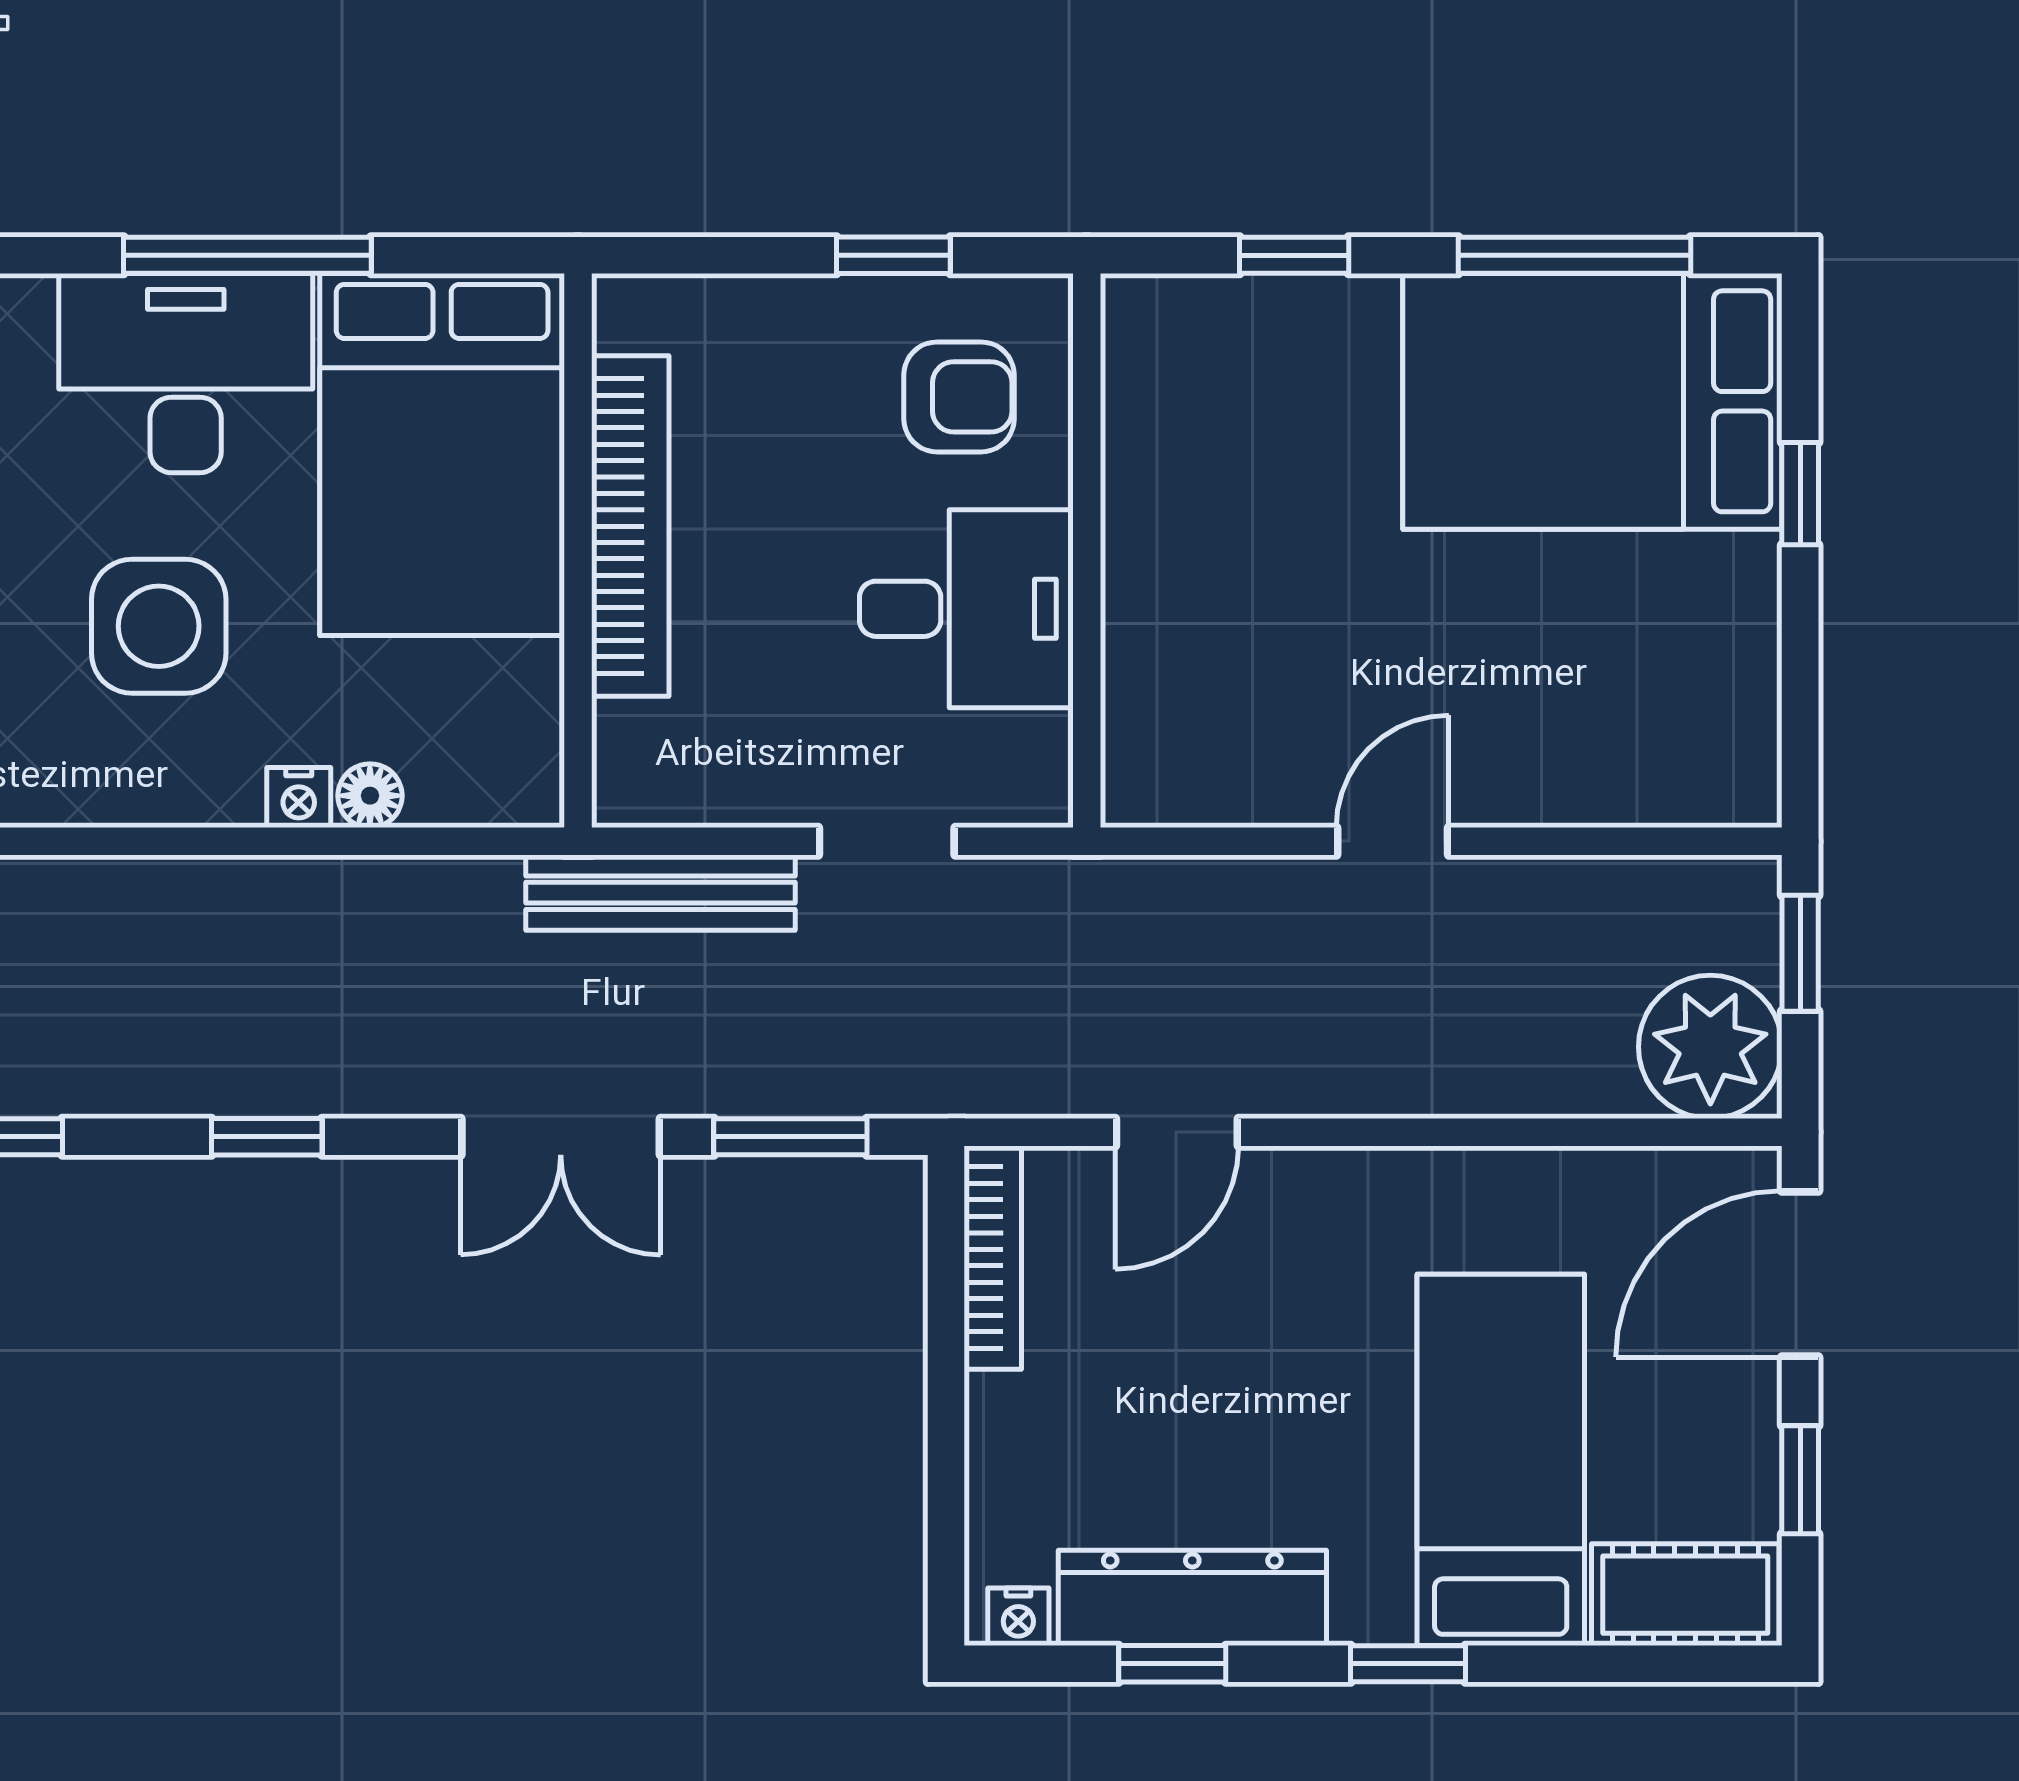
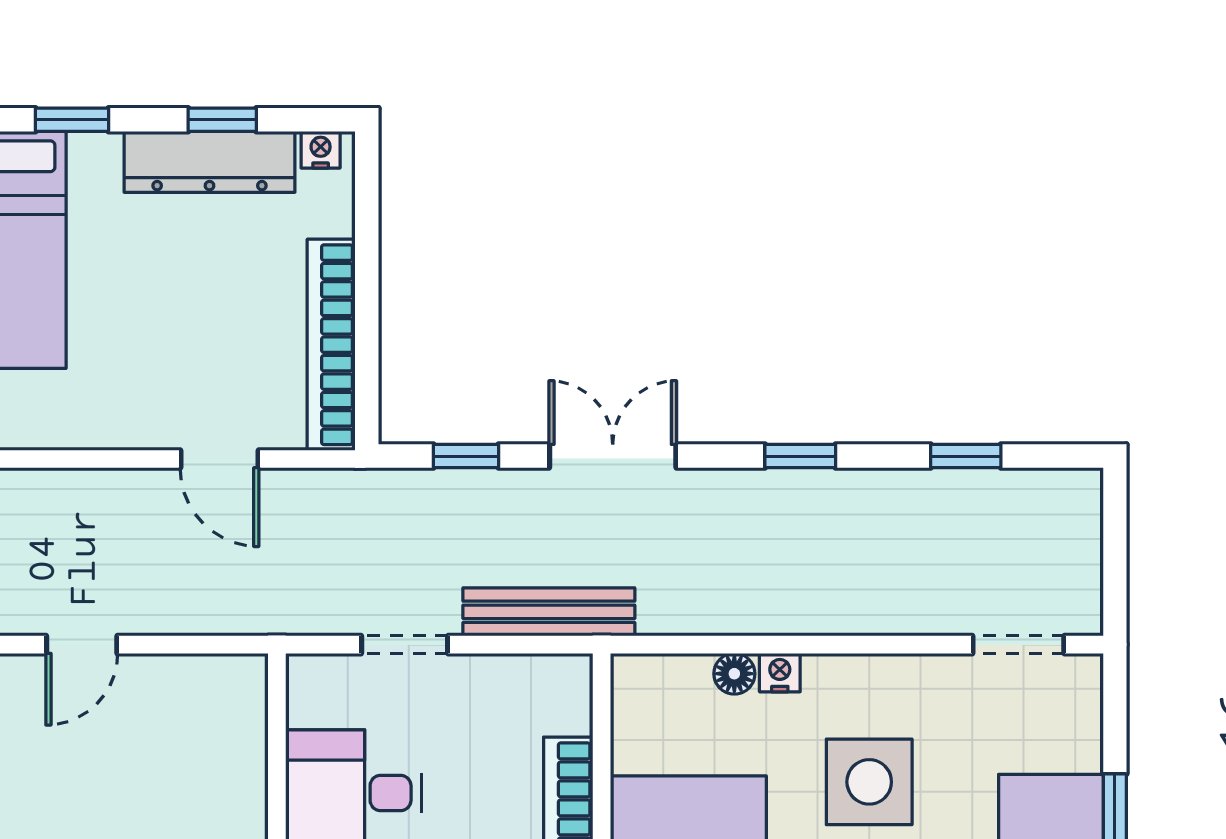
door: (1177, 1132) -> (219, 459), swing flipped
window: (790, 1137) -> (466, 456), width x0.67
bookcase: (993, 1258) -> (331, 345), width x1.48, depth x1.31

